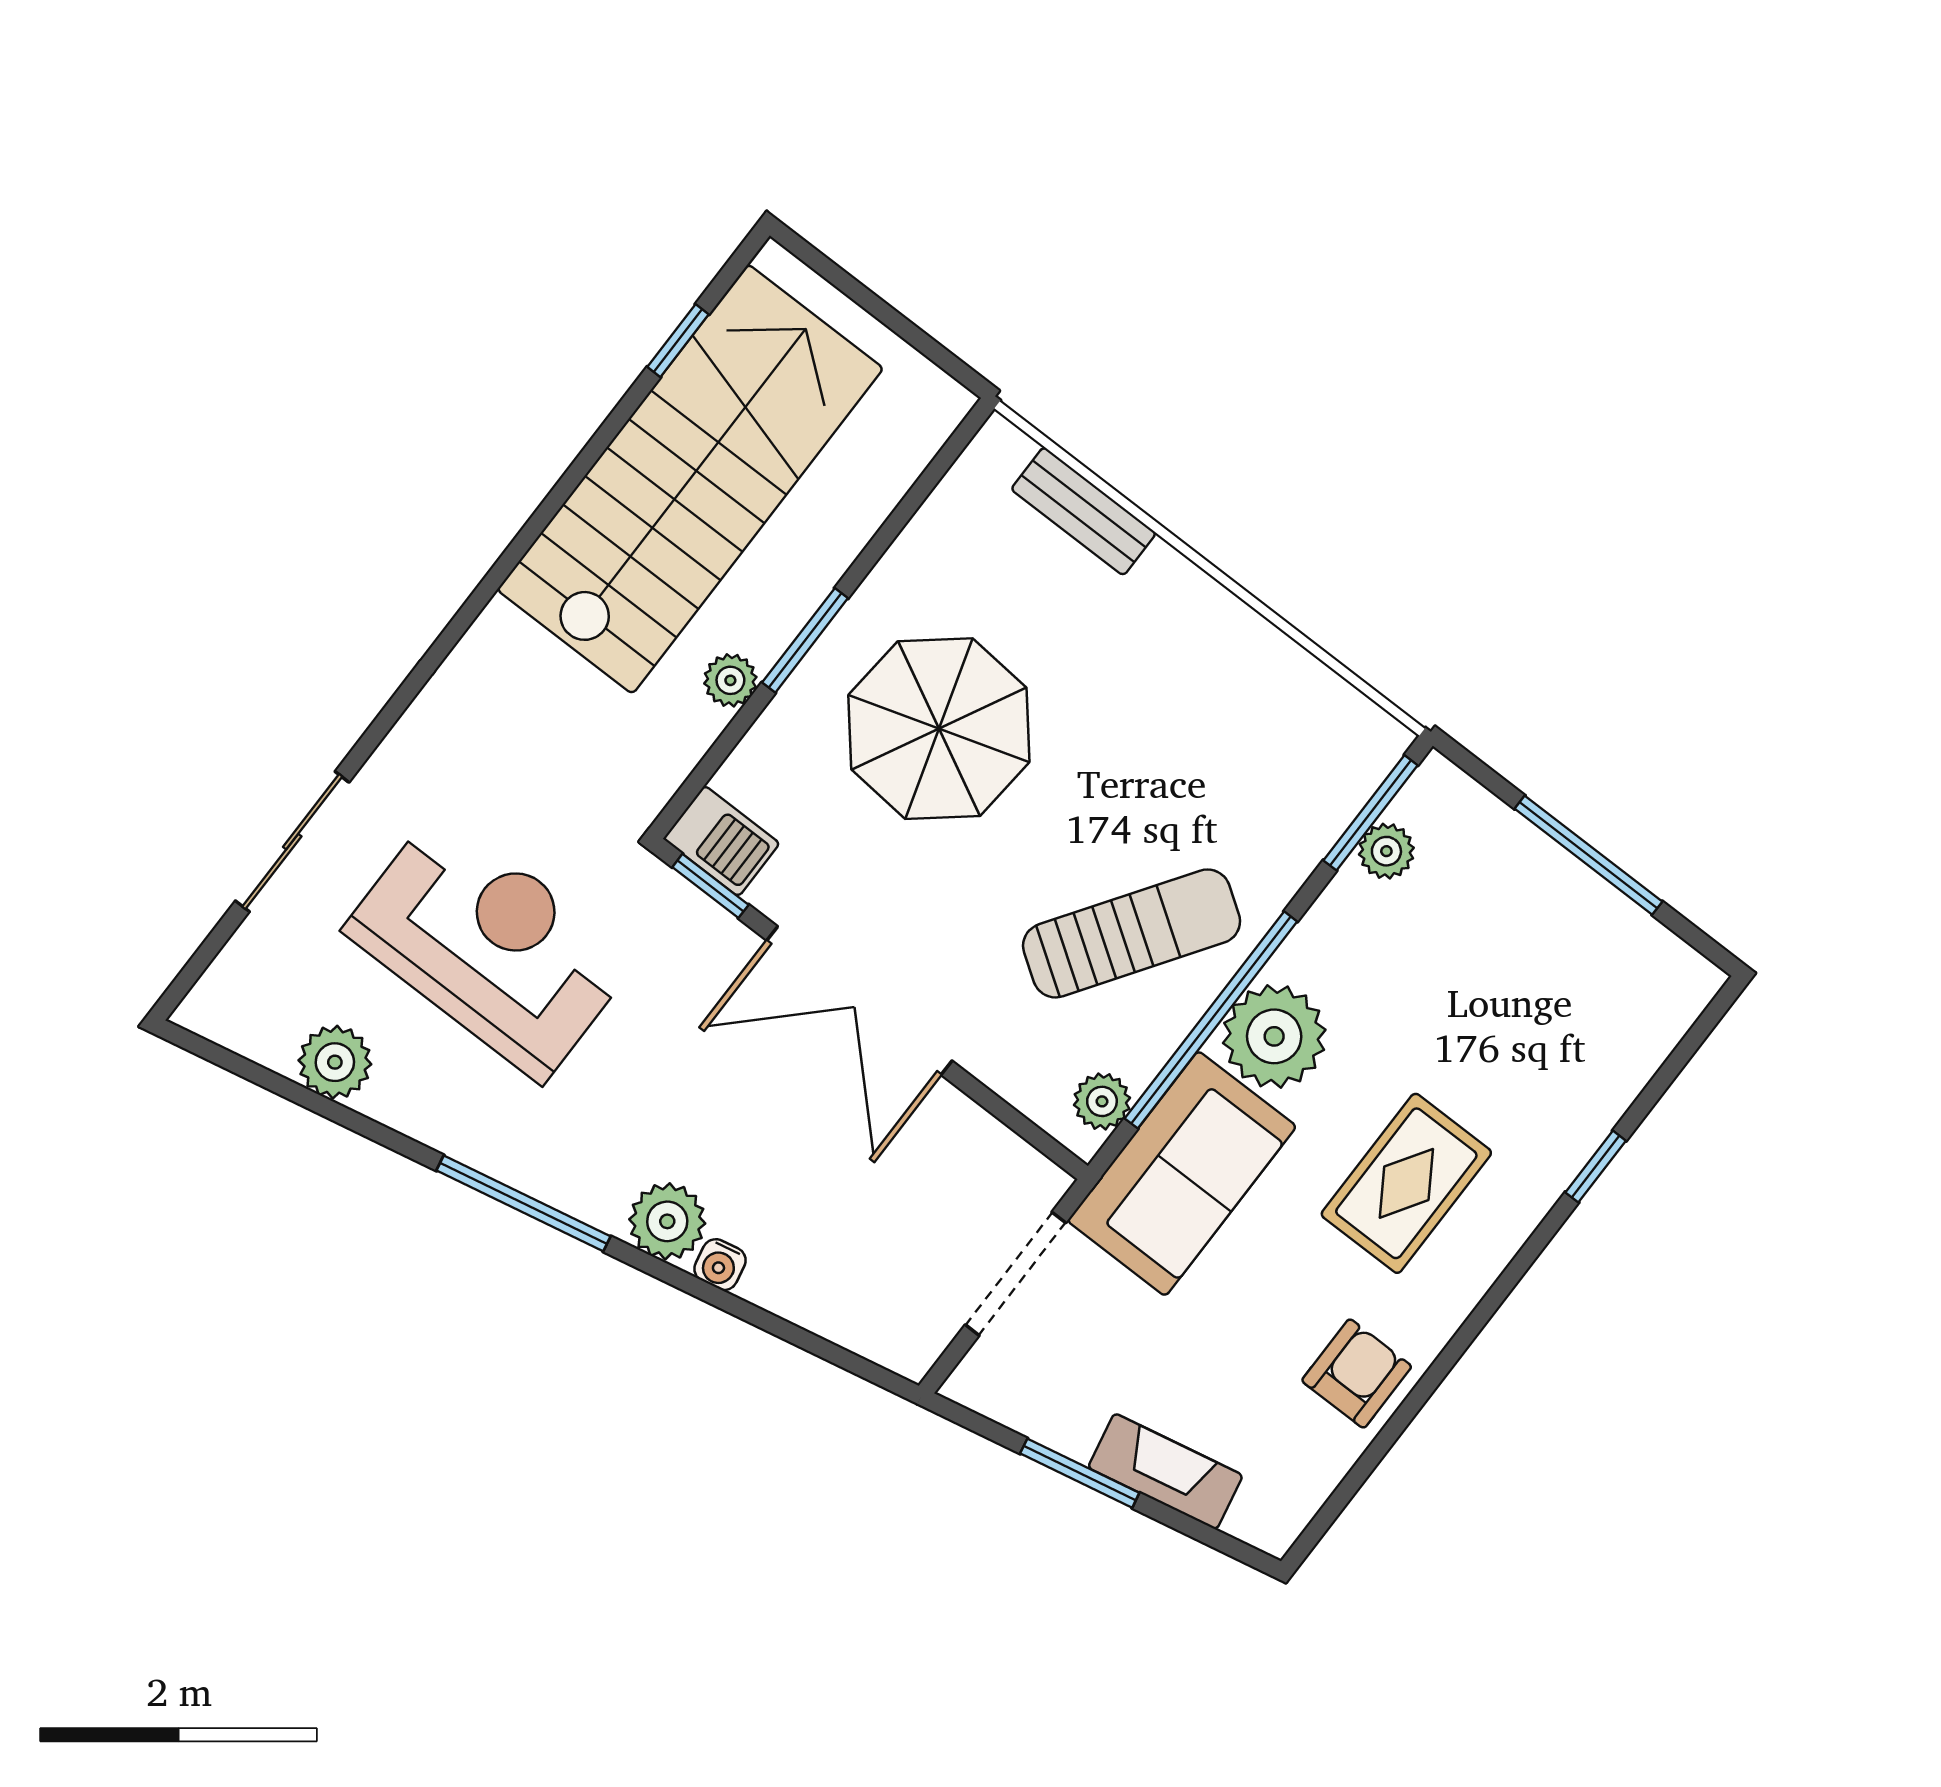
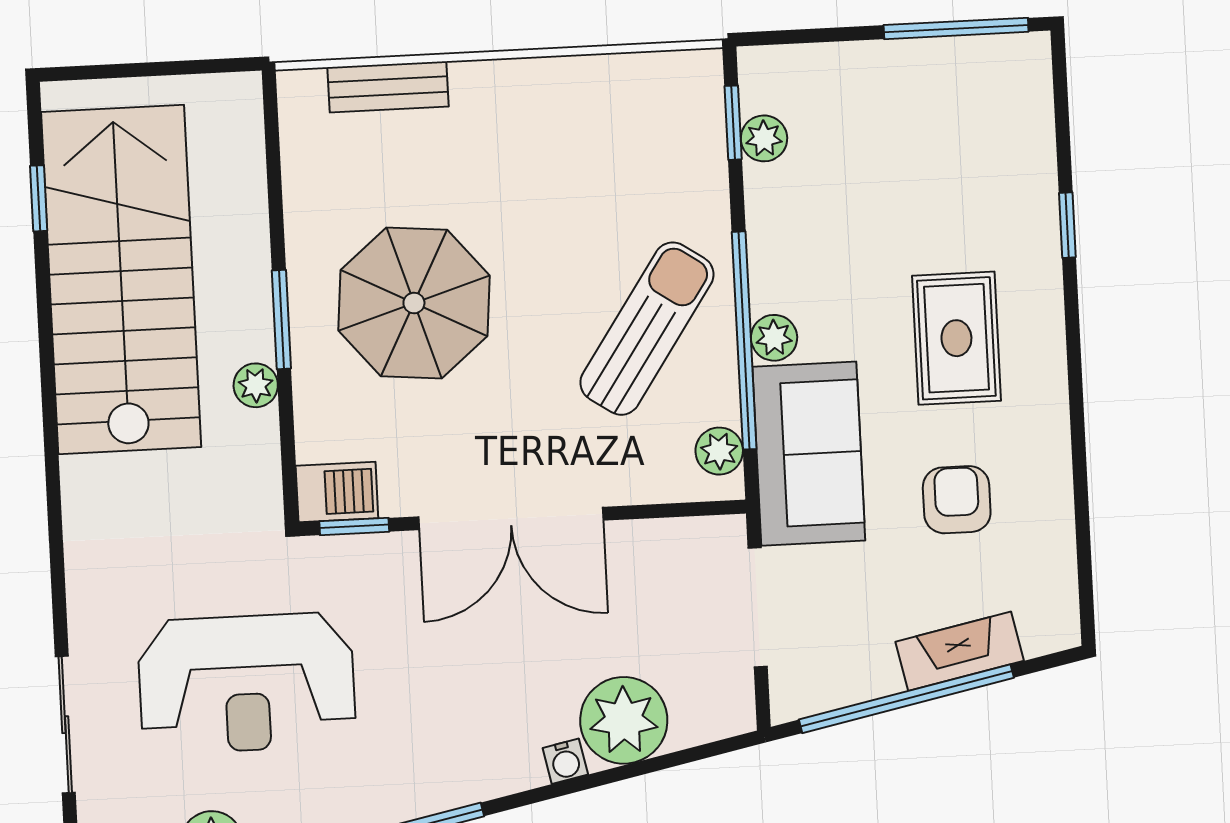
window: (1371, 813) -> (733, 123), width x0.67
window: (1588, 855) -> (956, 28), moved
reception desk: (490, 945) -> (247, 683), turned 180
plant: (1274, 1036) -> (774, 338), width x0.53, depth x0.53
plant: (667, 1221) -> (624, 720), moved, width x1.36, depth x1.36
armchair: (1357, 1374) -> (957, 500), moved
window: (1080, 1473) -> (906, 699), width x2.11

